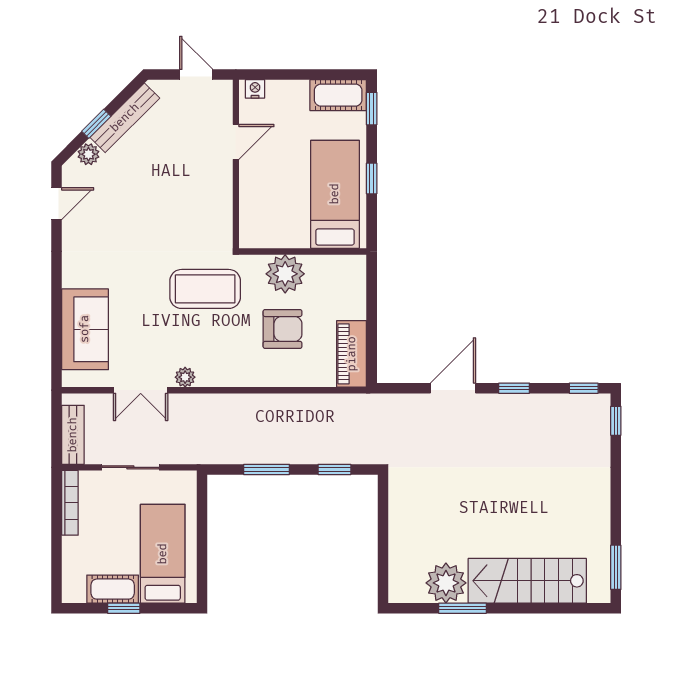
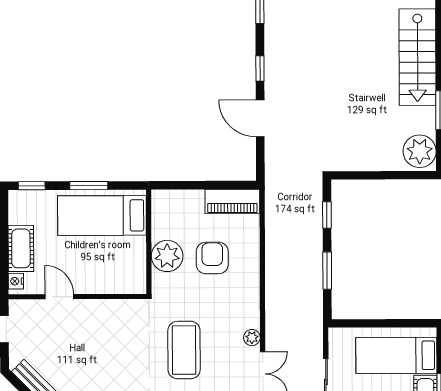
cot: (338, 95) -> (21, 248), moved
window: (372, 178) -> (89, 186), width x1.50
coffee table: (205, 289) -> (184, 350), moved
plant: (446, 583) -> (420, 151), moved

